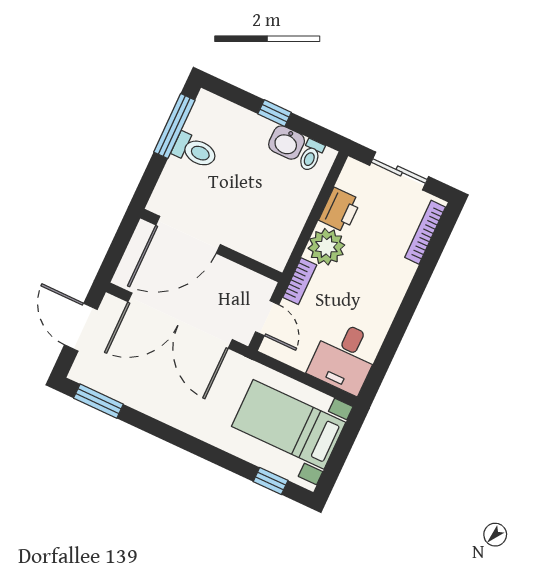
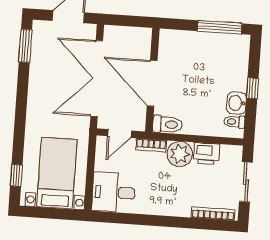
toilet: (195, 151) -> (167, 124), moved, turned -90
door: (188, 235) -> (152, 83), moved

